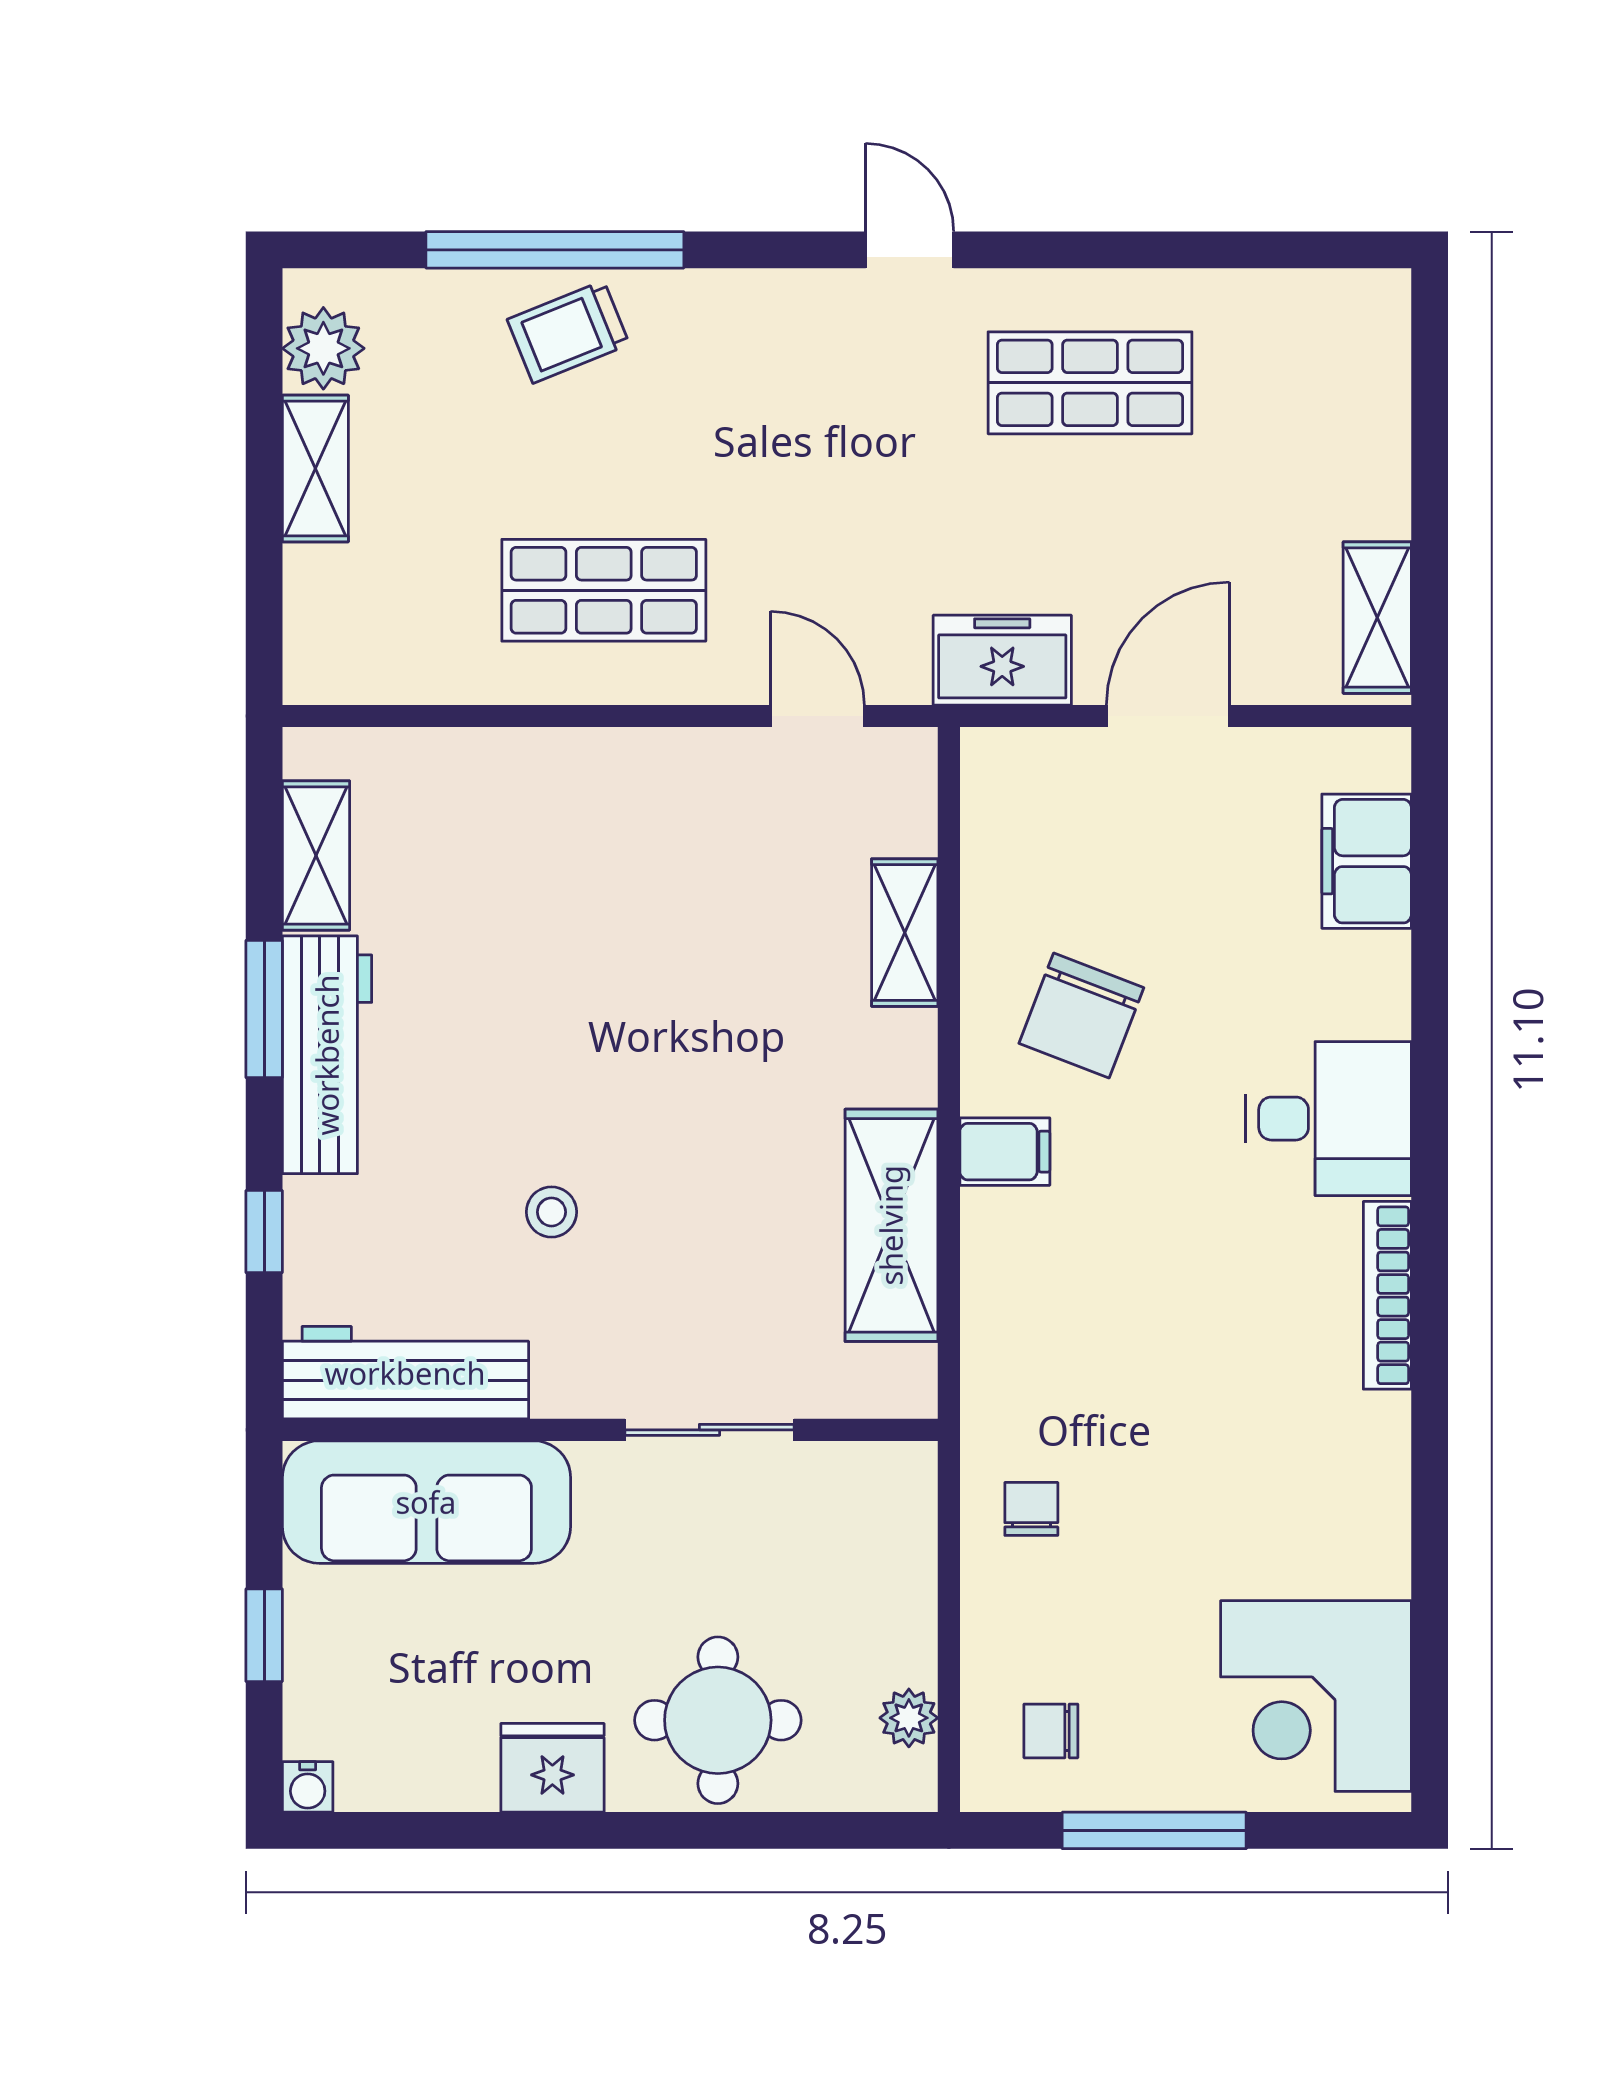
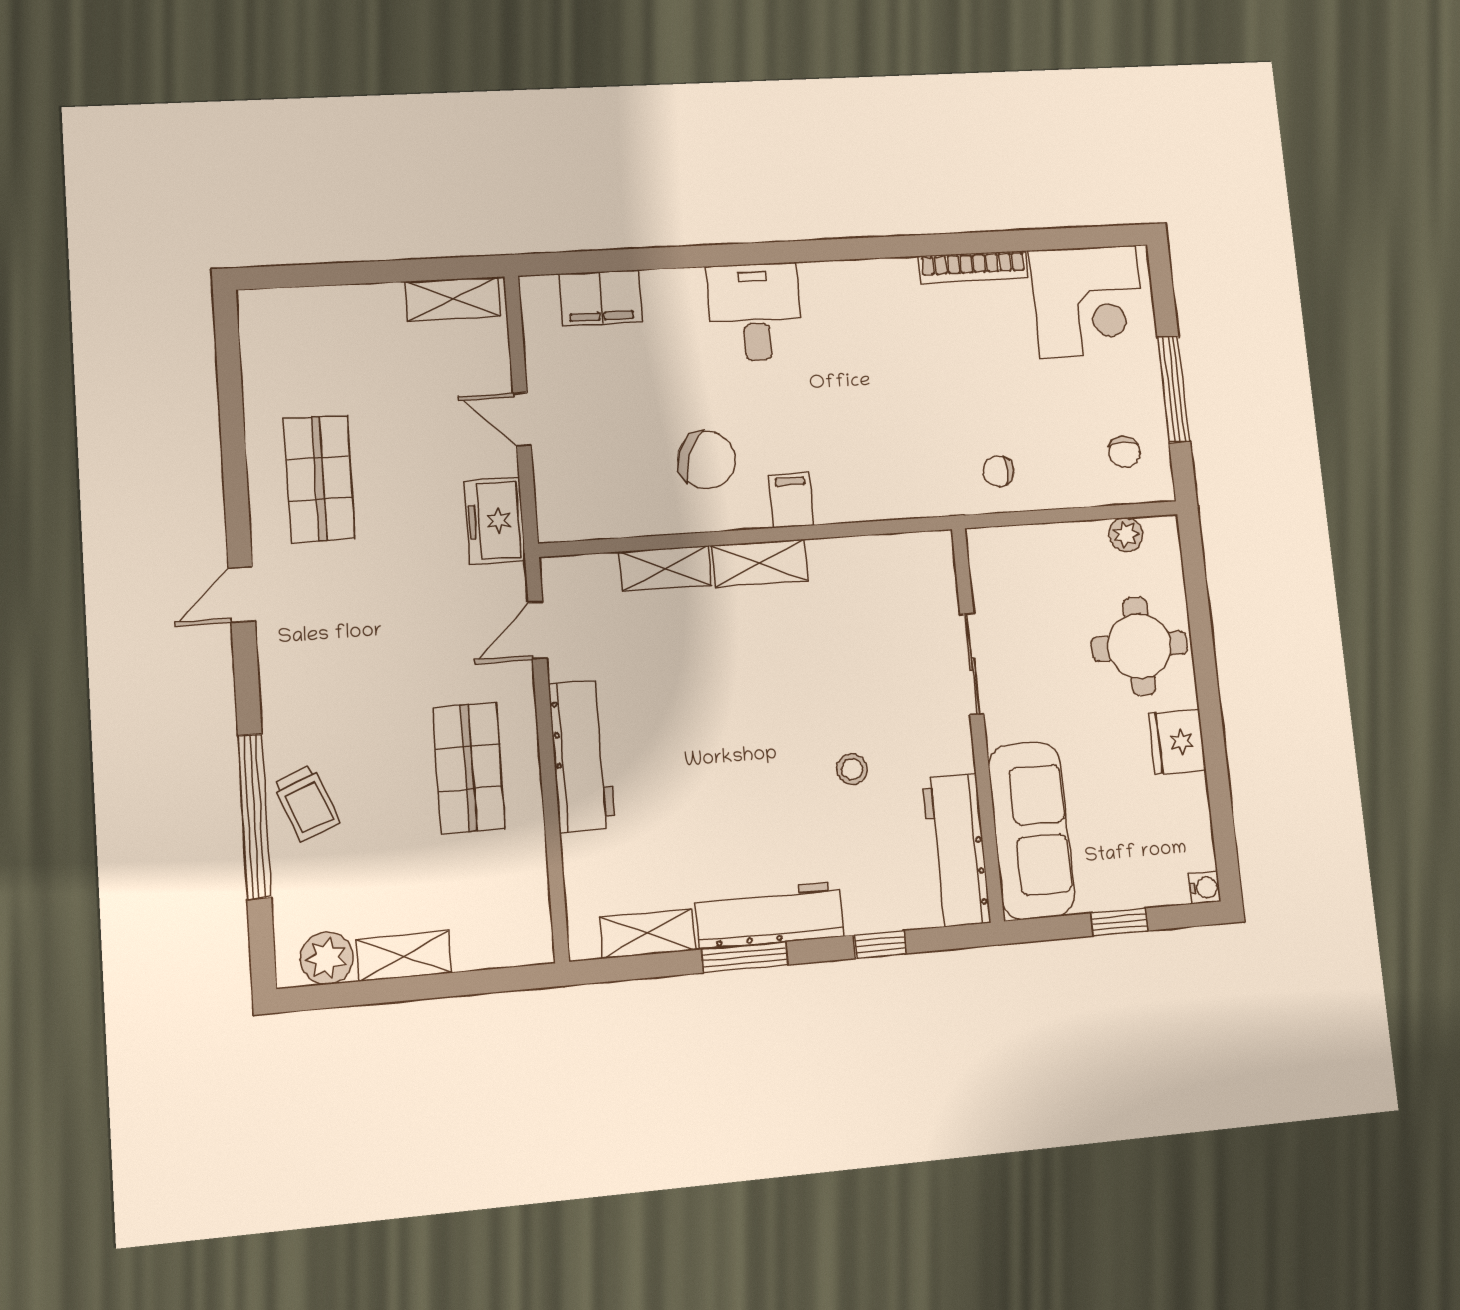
door: (1168, 716) -> (522, 420), width x0.73
workbench: (609, 772) -> (582, 756), added
shelving: (891, 1225) -> (760, 563), moved, width x0.67, depth x0.75
bookcase: (1387, 1295) -> (973, 267), moved

